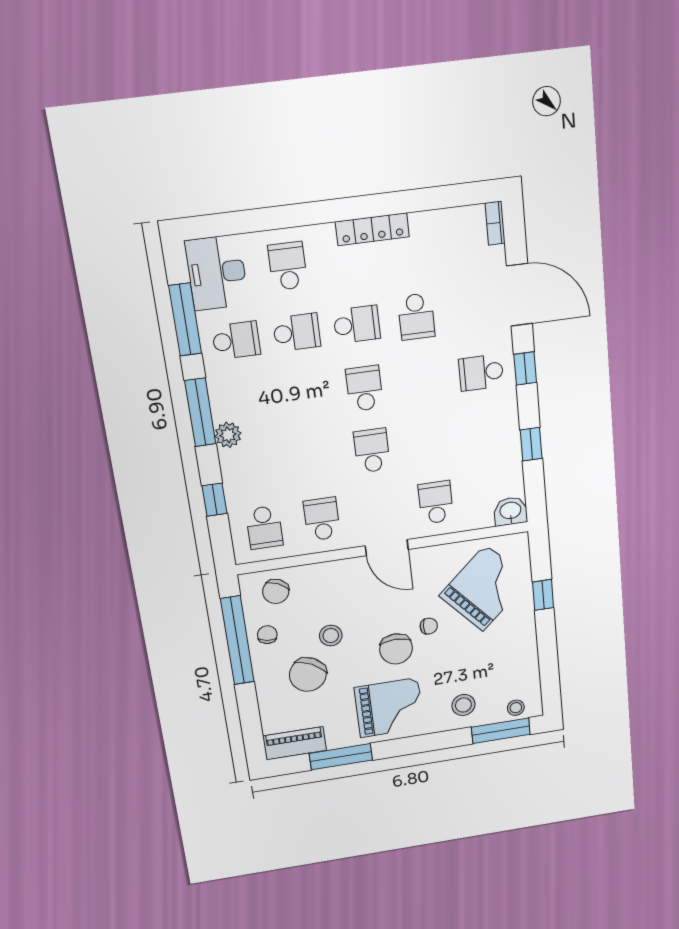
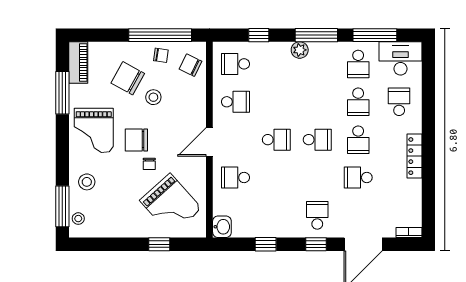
school desk: (288, 266) -> (399, 102), turned -90
school desk: (436, 502) -> (235, 178), turned 180

